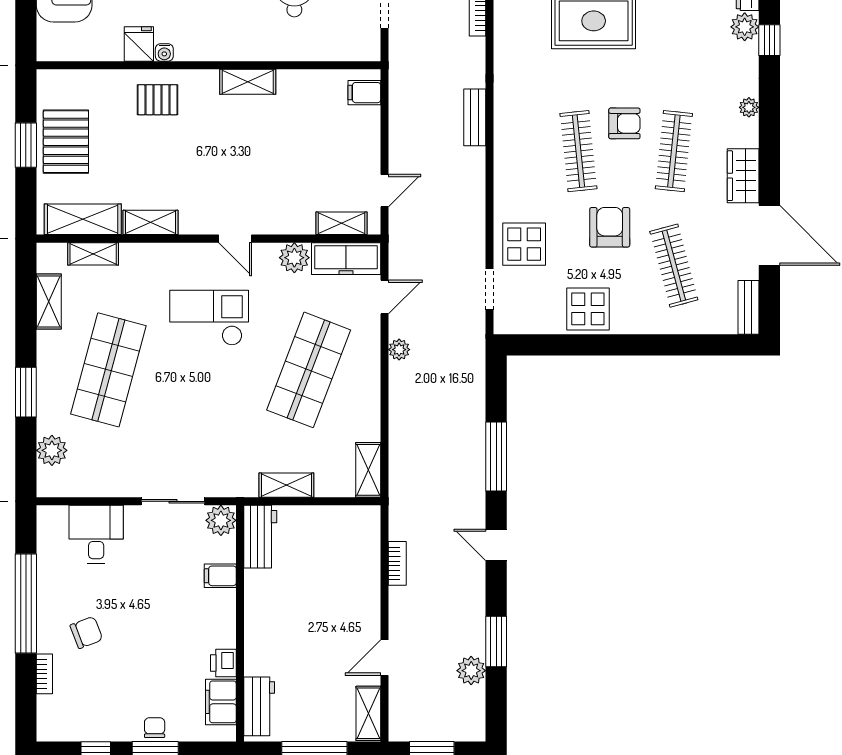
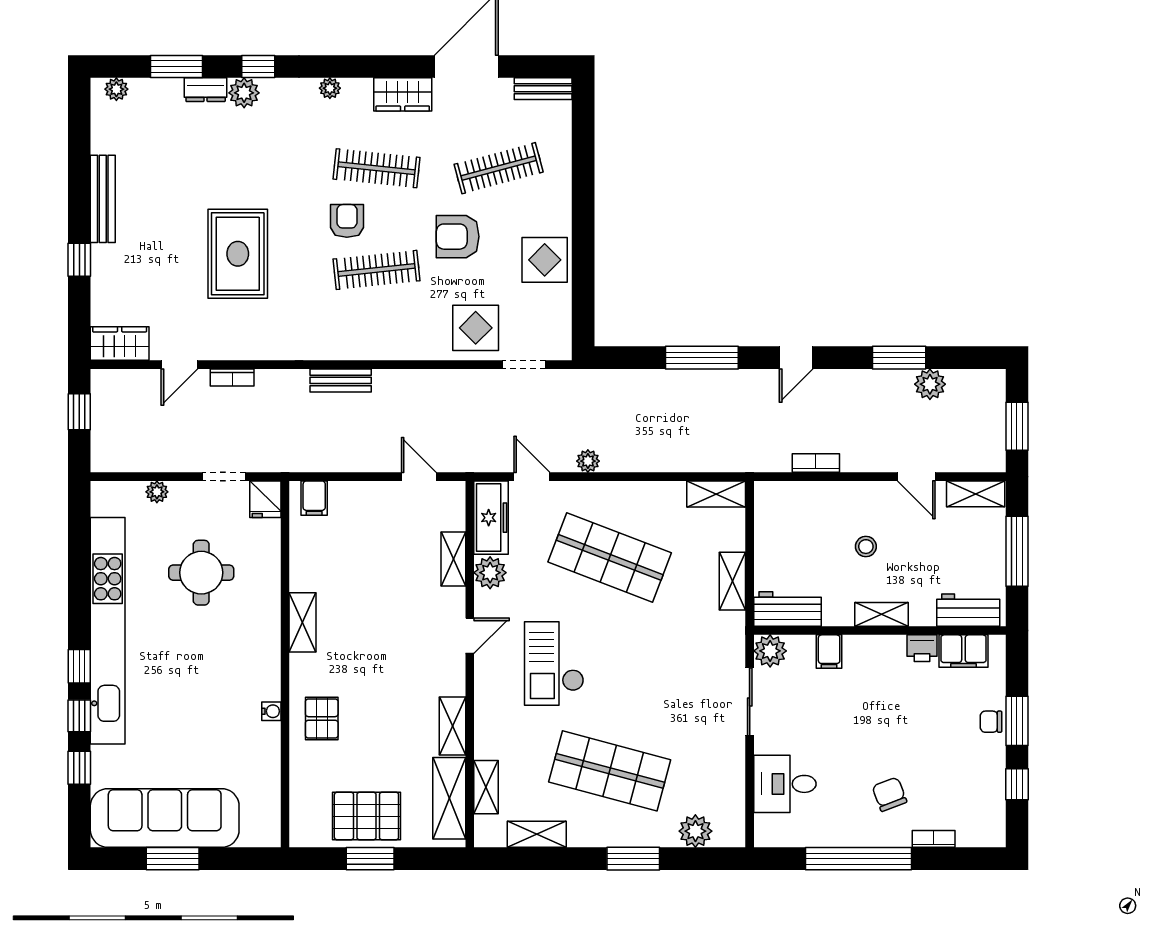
fridge: (139, 44) -> (265, 499), moved, turned -90
shelving: (342, 223) -> (453, 559), moved
stool: (319, 610) -> (866, 547), added
shelving: (255, 625) -> (882, 614), added

